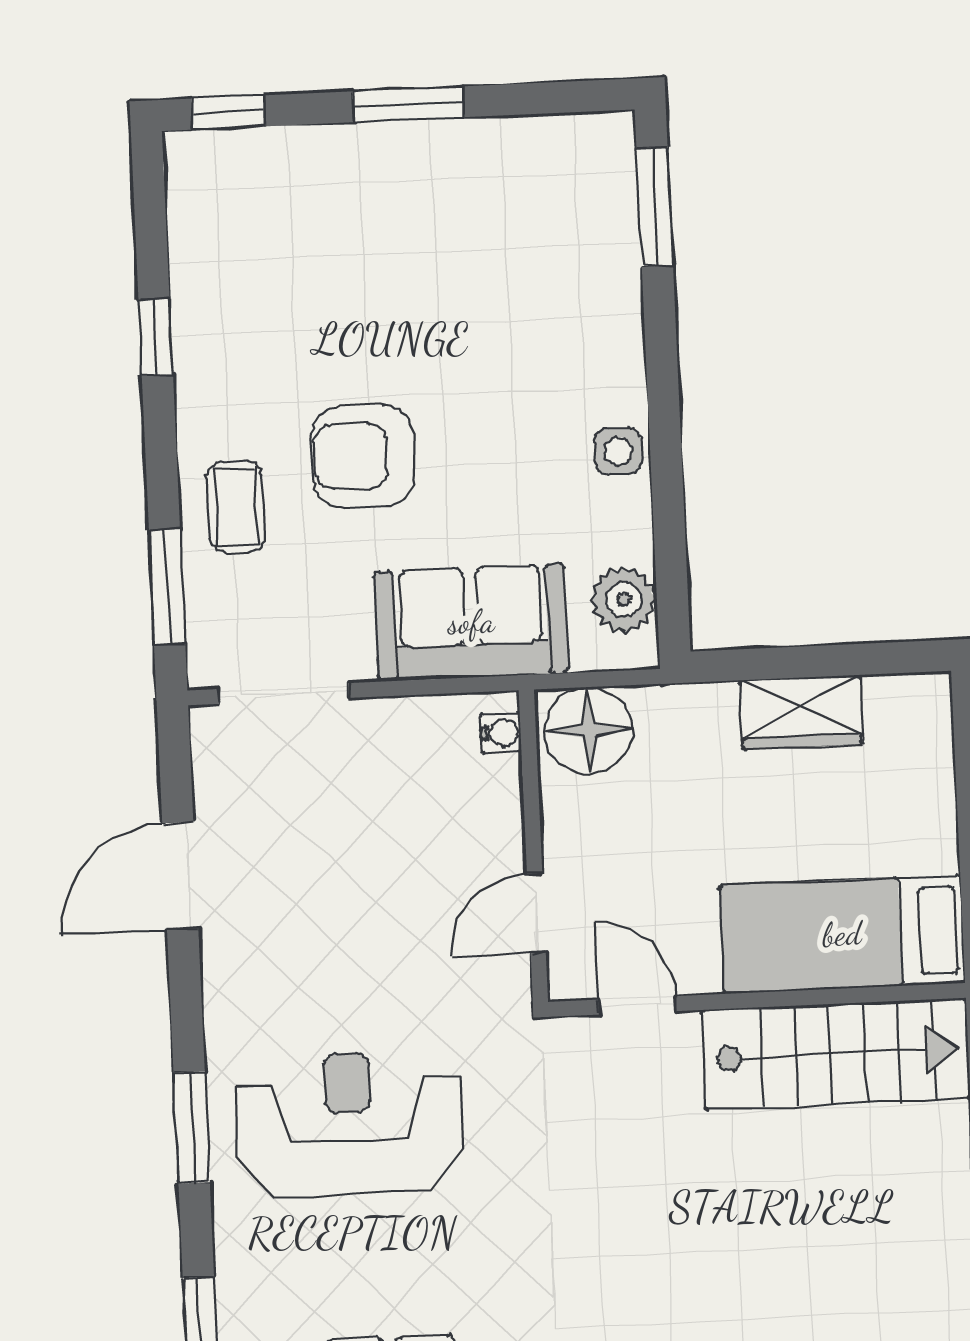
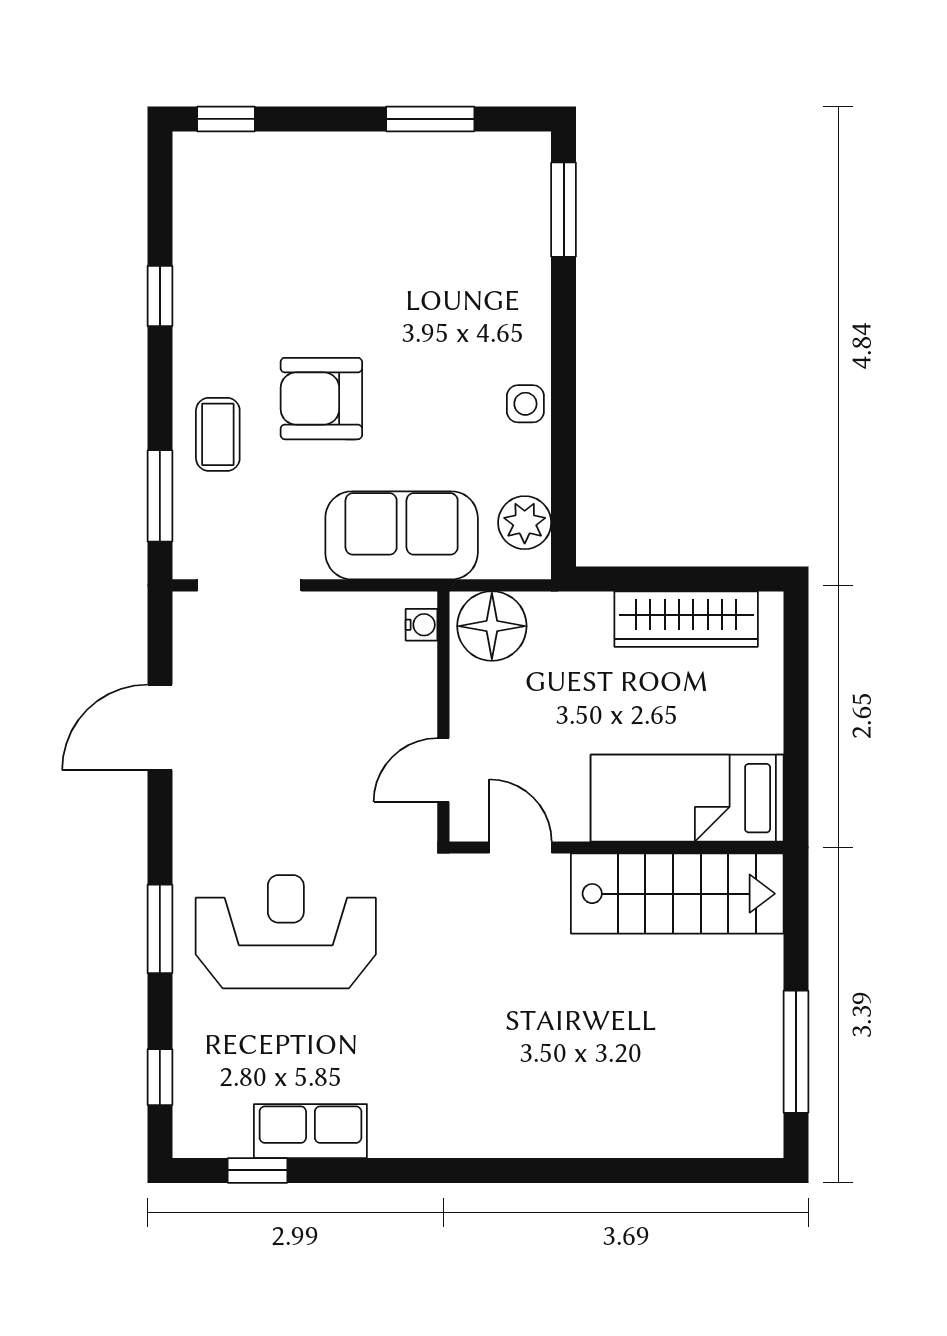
window: (408, 104) -> (430, 119), moved
wardrobe: (801, 712) -> (686, 619), width x1.50

